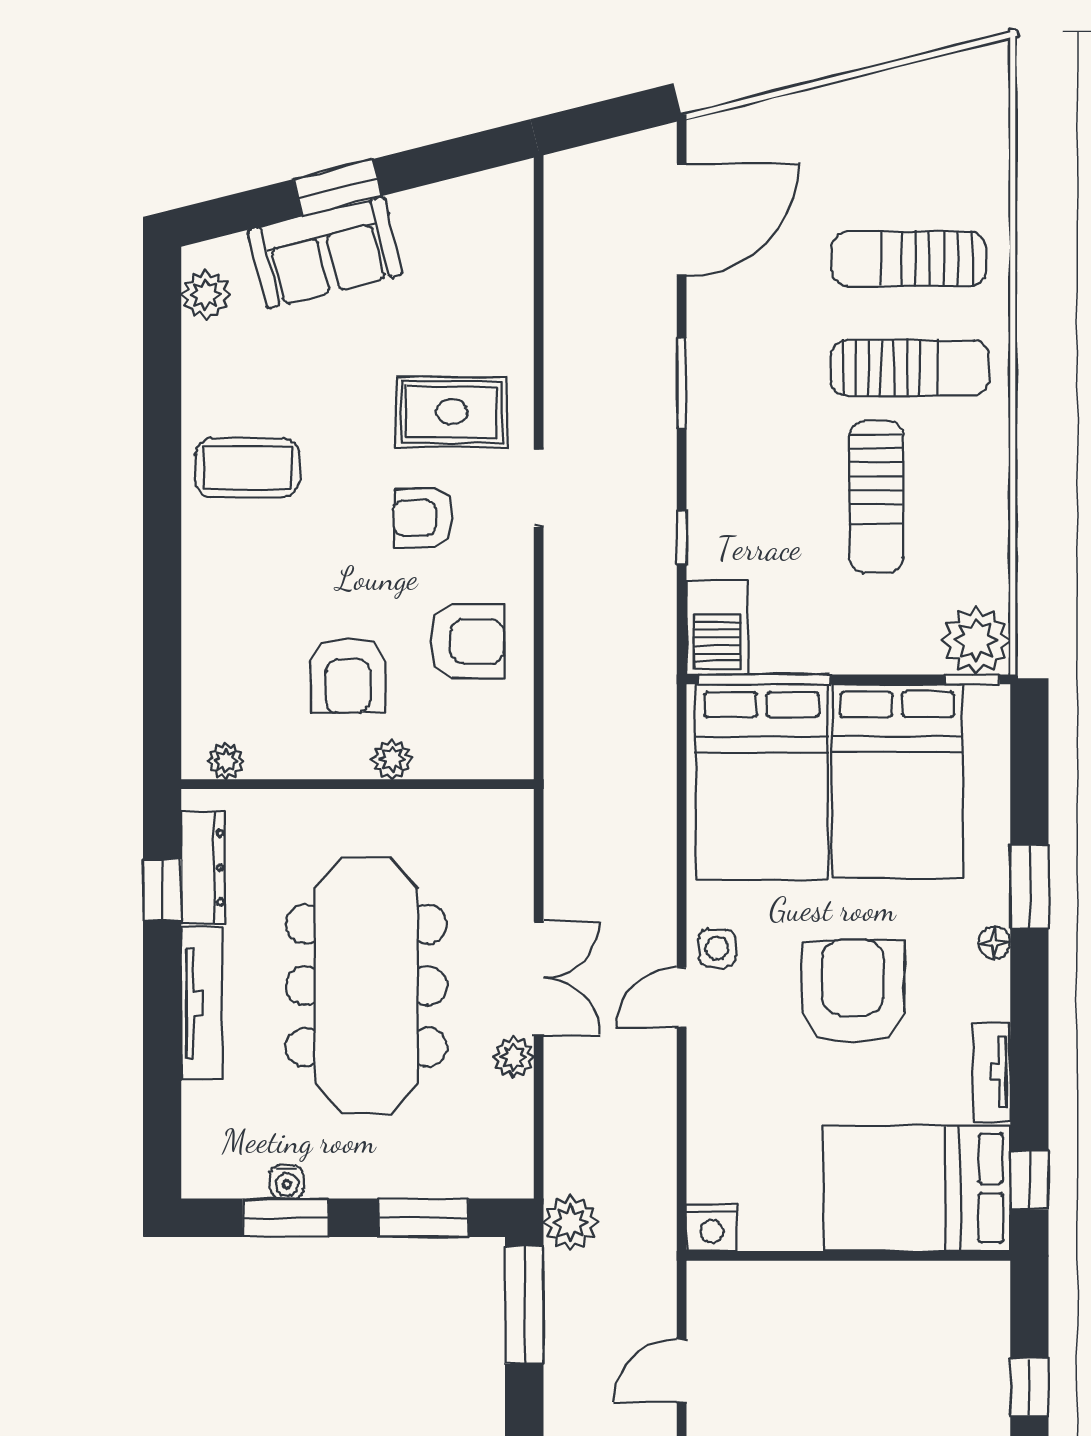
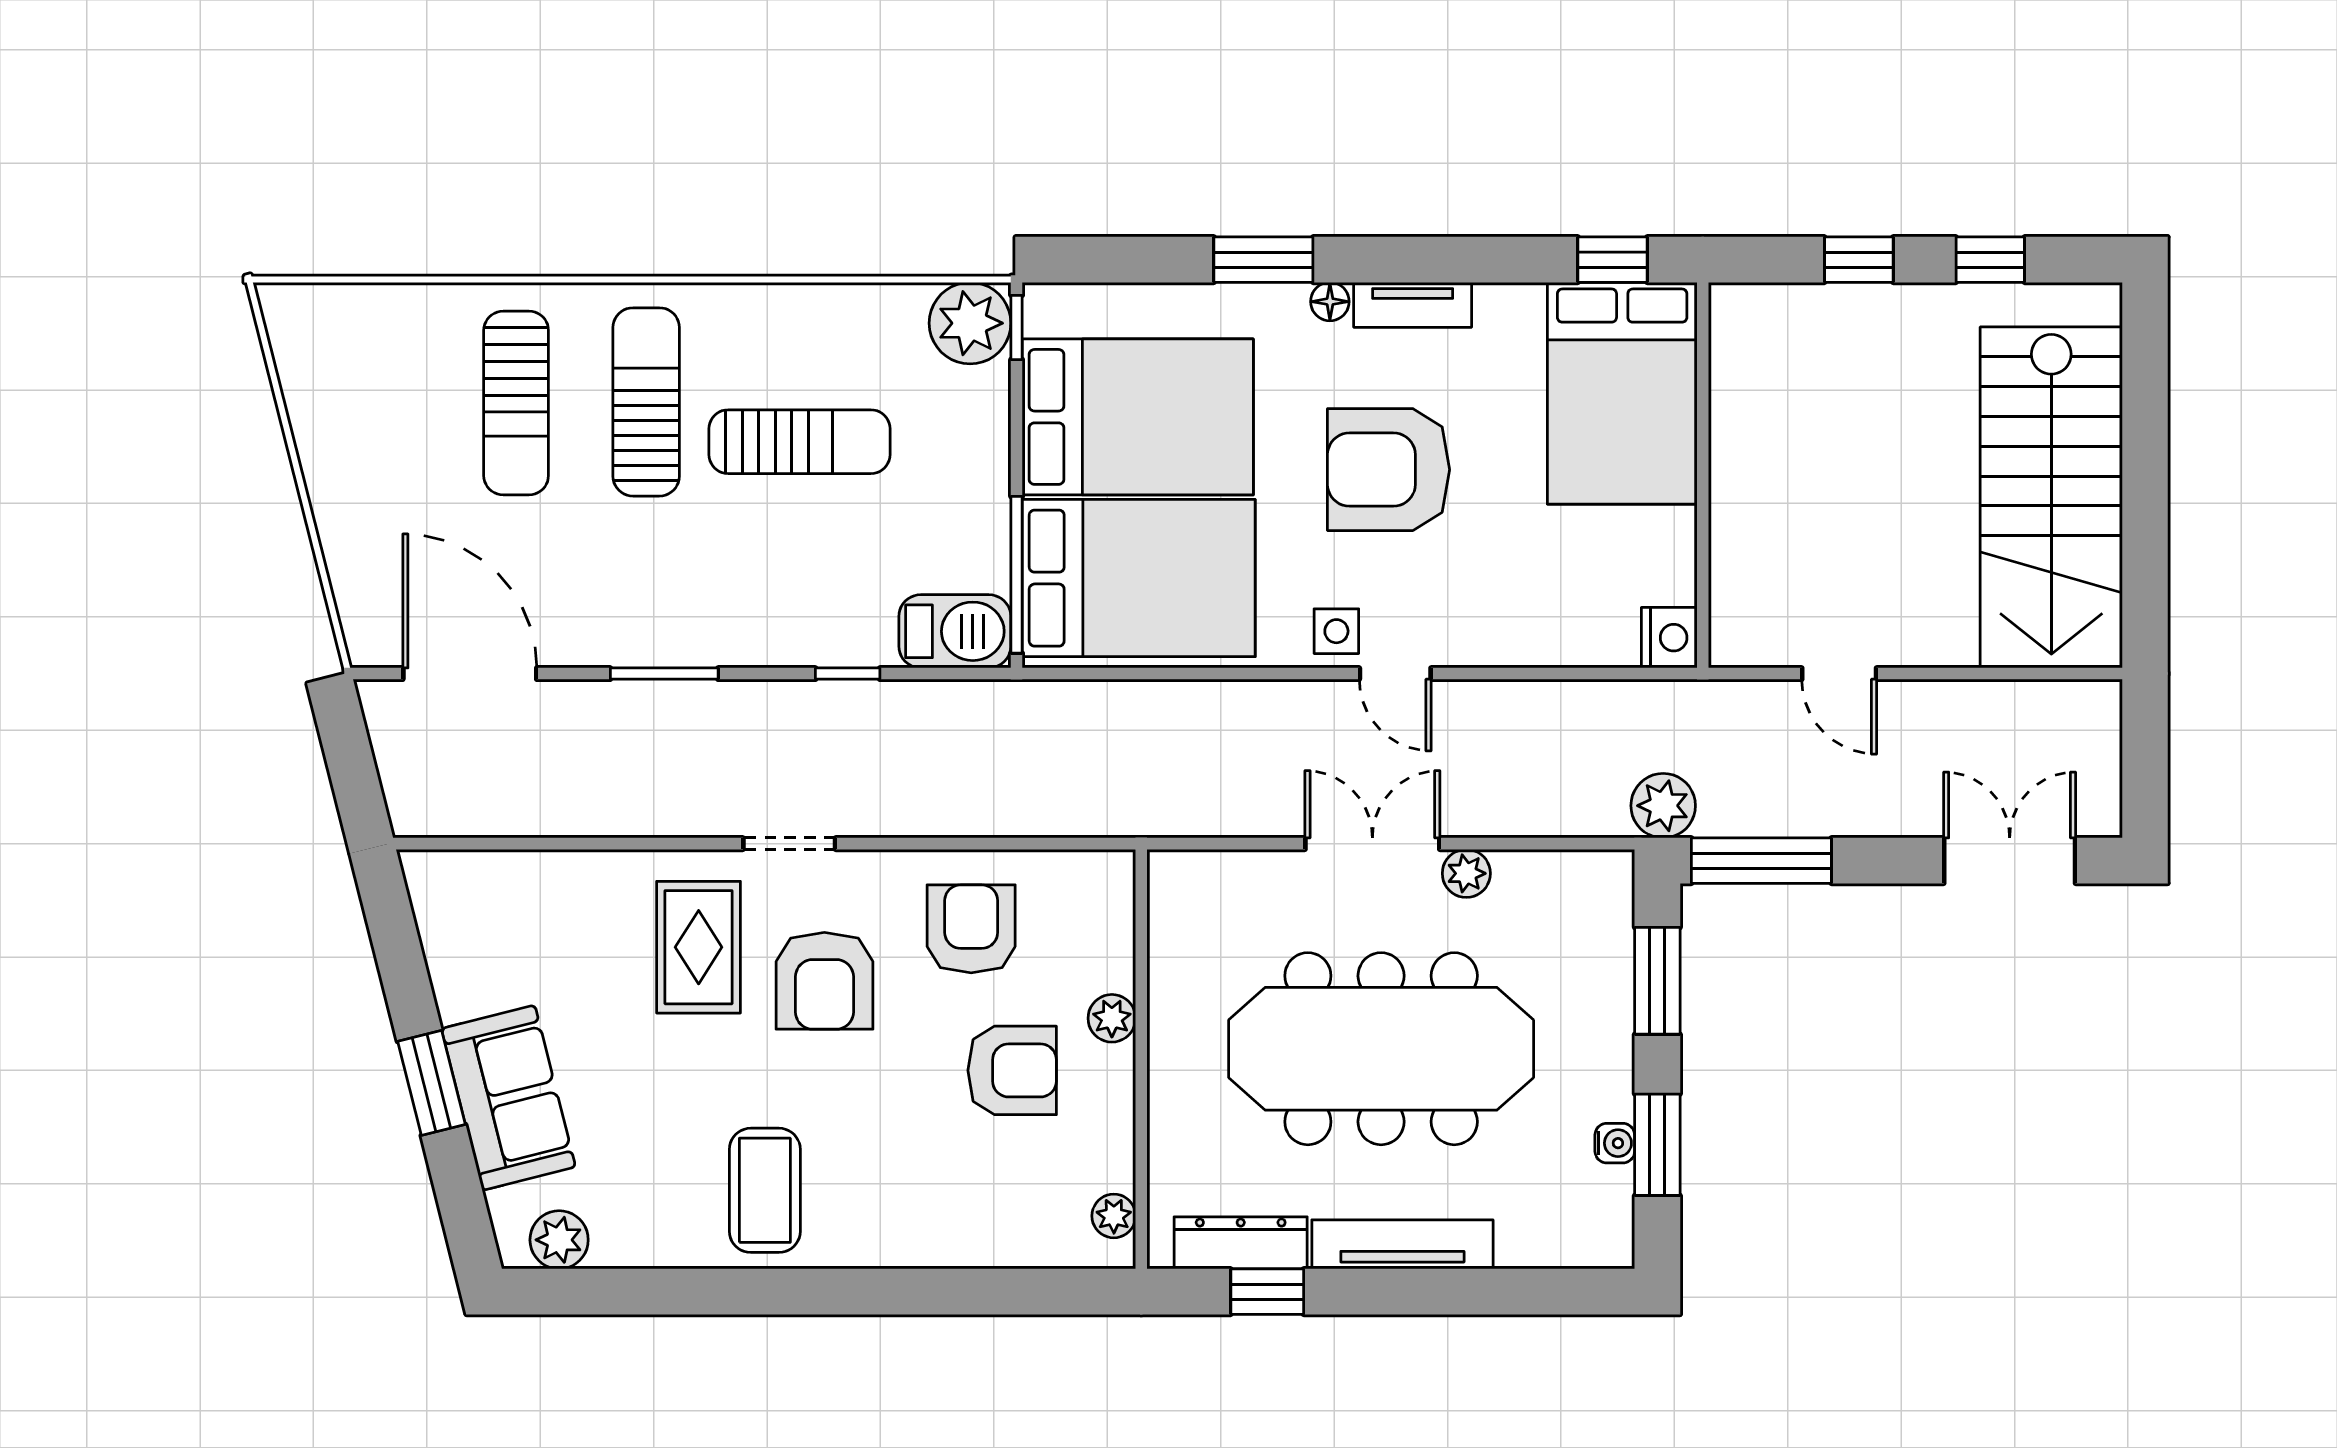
armchair: (423, 518) -> (824, 981), width x1.38, depth x1.38
tv unit: (991, 1072) -> (1413, 305), moved

